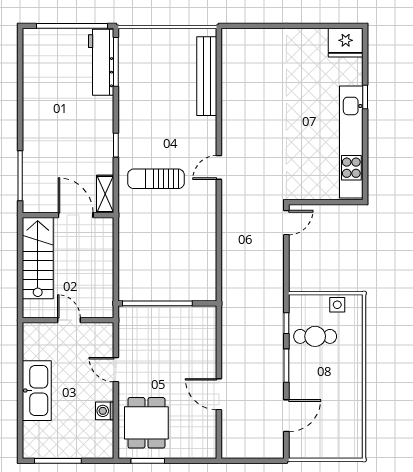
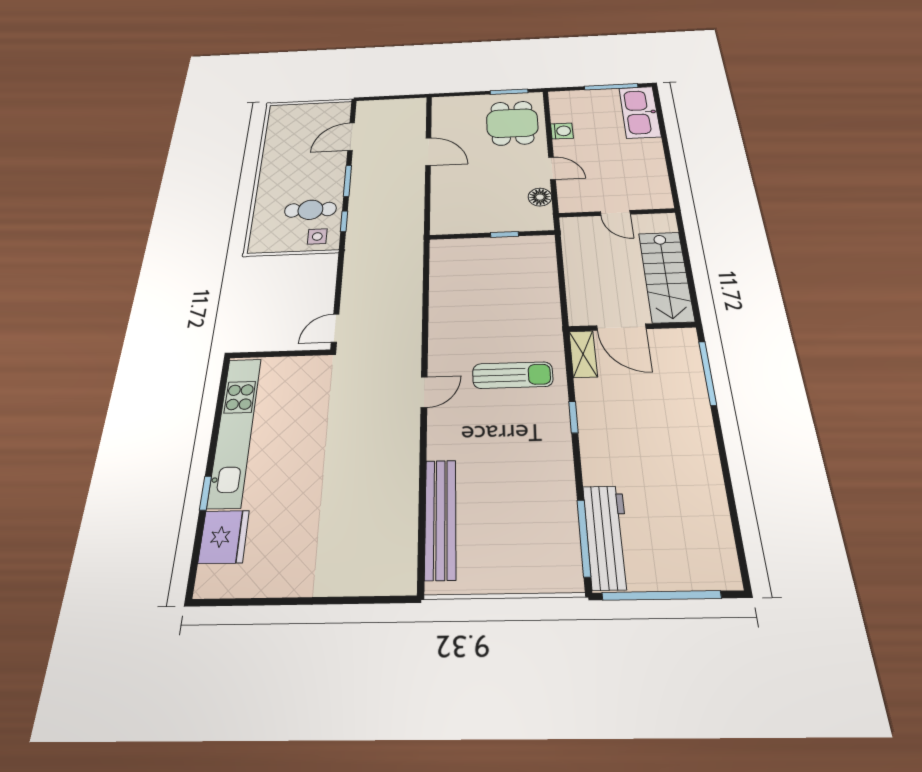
fridge: (346, 43) -> (224, 537), moved, turned 90
window: (157, 303) -> (505, 234), width x0.32
side table: (337, 305) -> (317, 236), moved
floor lamp: (127, 340) -> (540, 197), added
kitchen sink: (37, 391) -> (640, 112), moved

